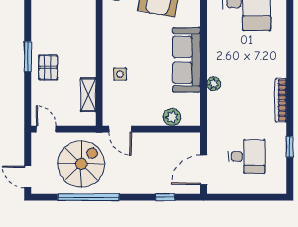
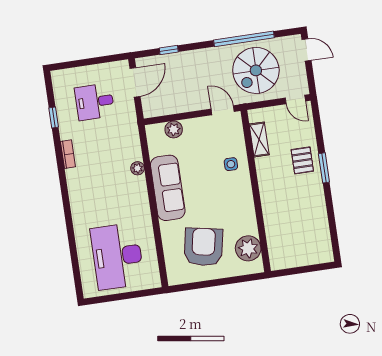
bookcase: (281, 100) -> (68, 154), width x0.64

